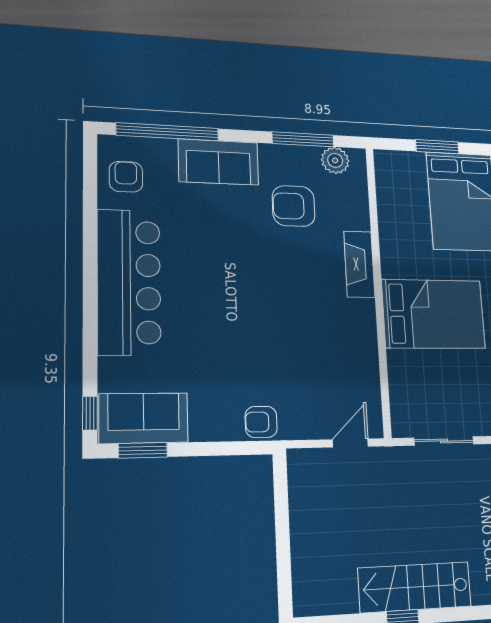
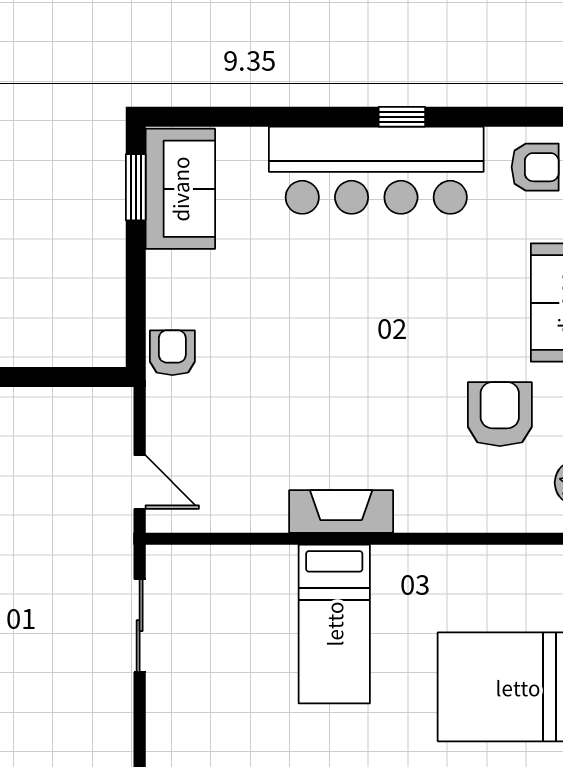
fireplace: (359, 264) -> (341, 512), moved
bed: (433, 314) -> (334, 624), width x0.67
window: (90, 413) -> (402, 117), moved

